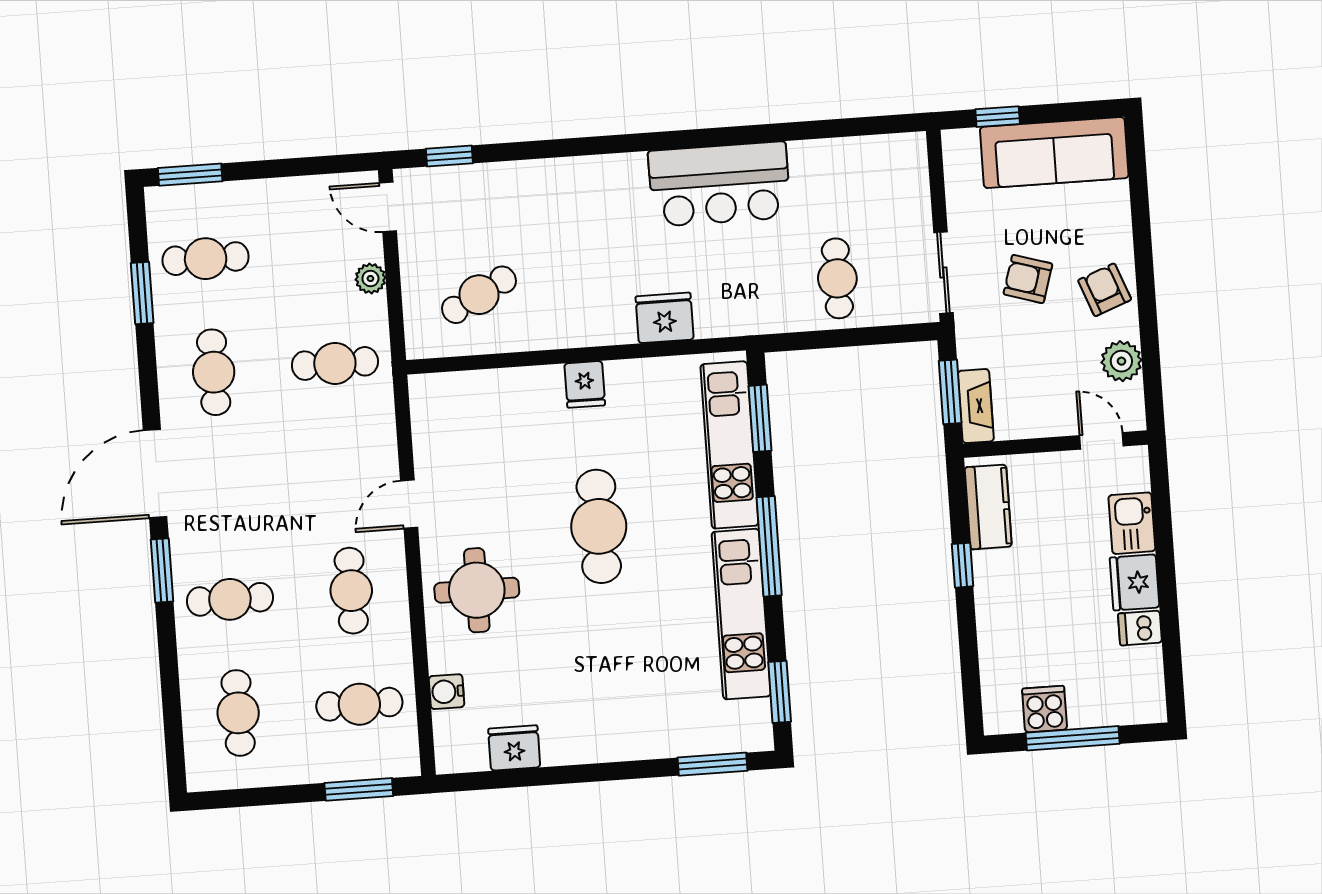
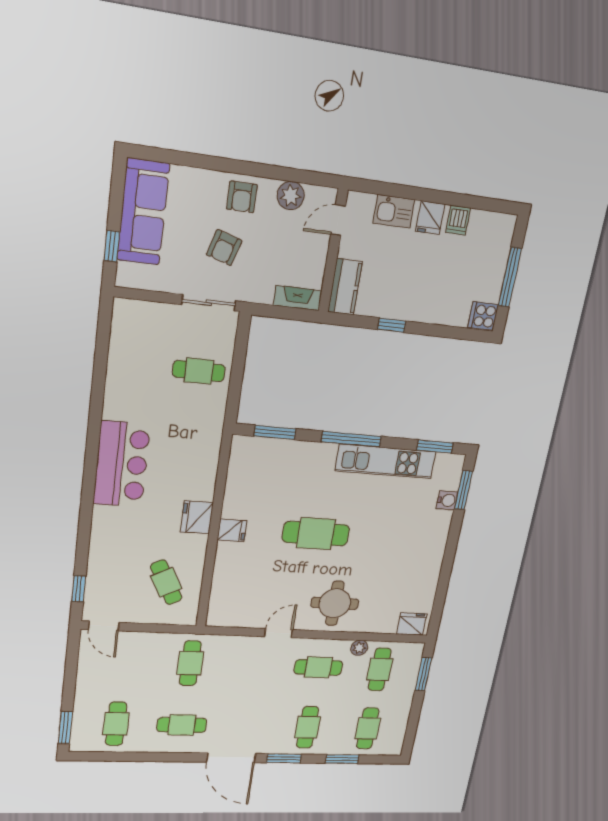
bar counter: (719, 184) -> (122, 464), moved
door: (388, 207) -> (104, 626), hinge flipped
plant: (370, 279) -> (359, 648), moved
armchair: (1105, 290) -> (242, 197), turned -69
window: (142, 293) -> (342, 759), moved
fridge: (665, 318) -> (197, 517), moved
window: (950, 392) -> (285, 313), removed
kitchen unit: (729, 445) -> (287, 453), removed
door: (409, 504) -> (279, 633), swing flipped
kitchen counter: (988, 507) -> (345, 287), moved, turned 90
fridge: (1135, 582) -> (430, 218), width x0.72
water cooler: (447, 692) -> (447, 500), moved, turned -90
cooker: (1045, 709) -> (483, 316), moved
cafe table: (238, 713) -> (368, 728), turned 90
fridge: (514, 748) -> (412, 624), moved, turned 90

